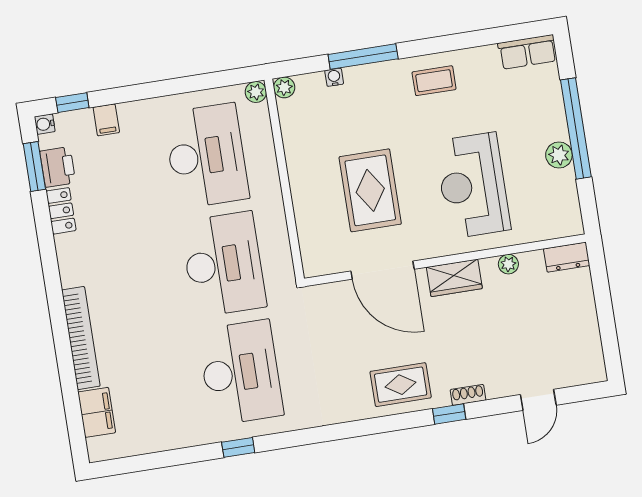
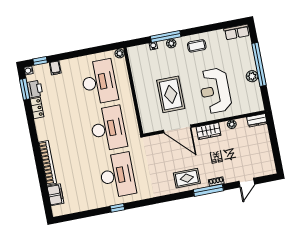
plant: (284, 87) -> (171, 43), moved
window: (449, 414) -> (208, 190), width x2.17

